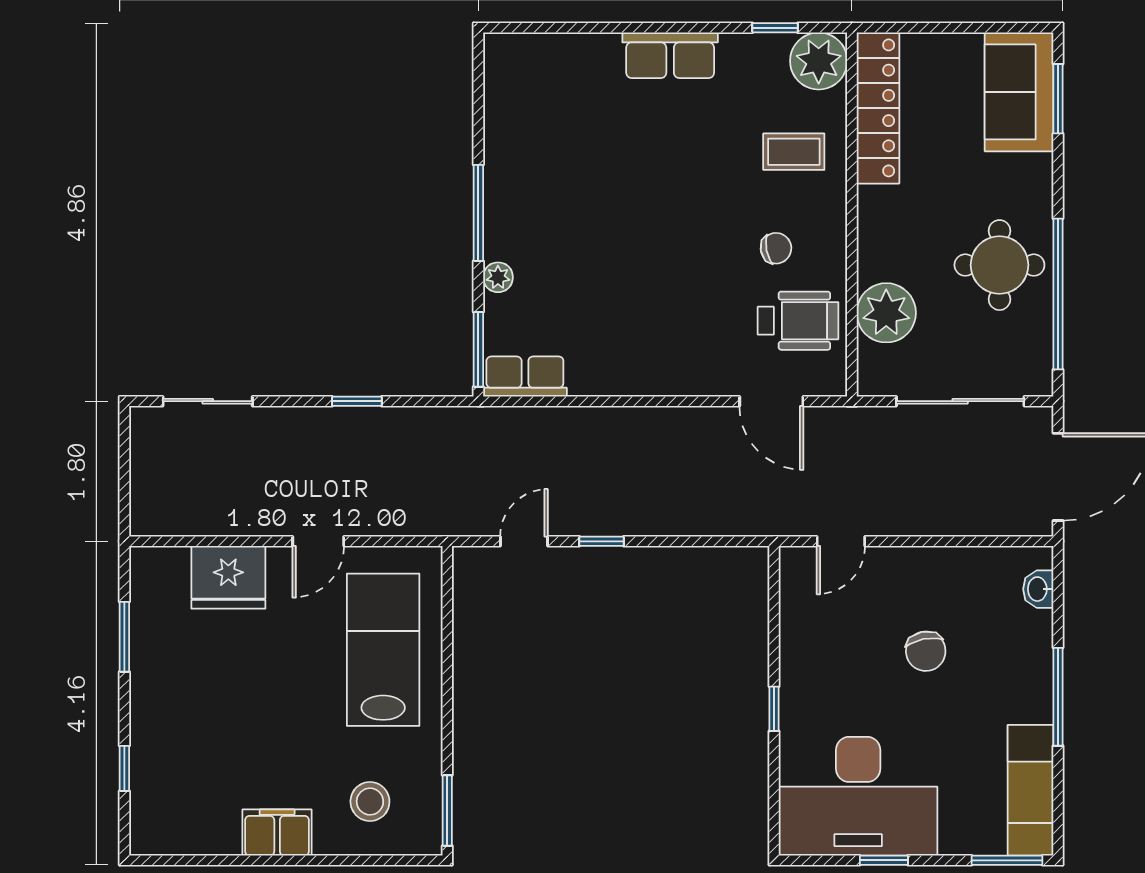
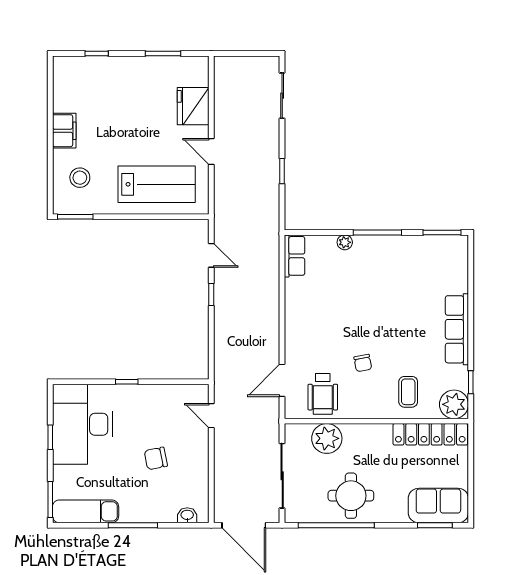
row of seats: (670, 55) -> (457, 329), width x1.48
chair: (776, 248) -> (363, 363), moved
window: (478, 349) -> (442, 232), moved

